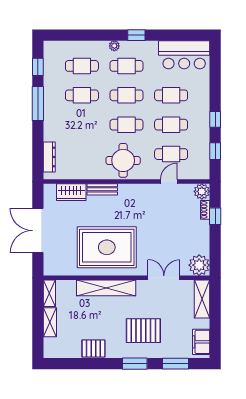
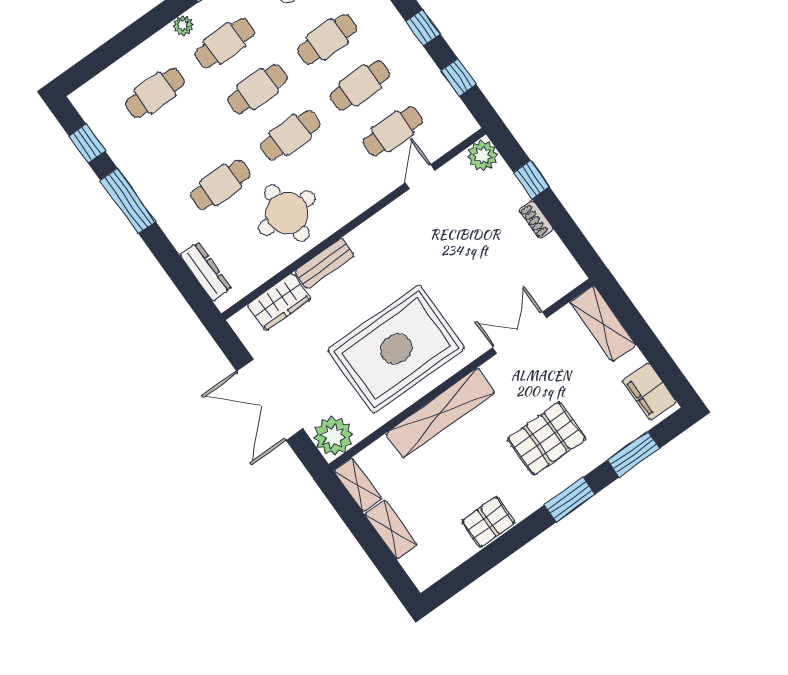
cafe table: (82, 95) -> (221, 185), moved
round table: (123, 160) -> (287, 213), moved
shoe rack: (205, 210) -> (536, 220), moved
plant: (199, 265) -> (333, 436), moved

